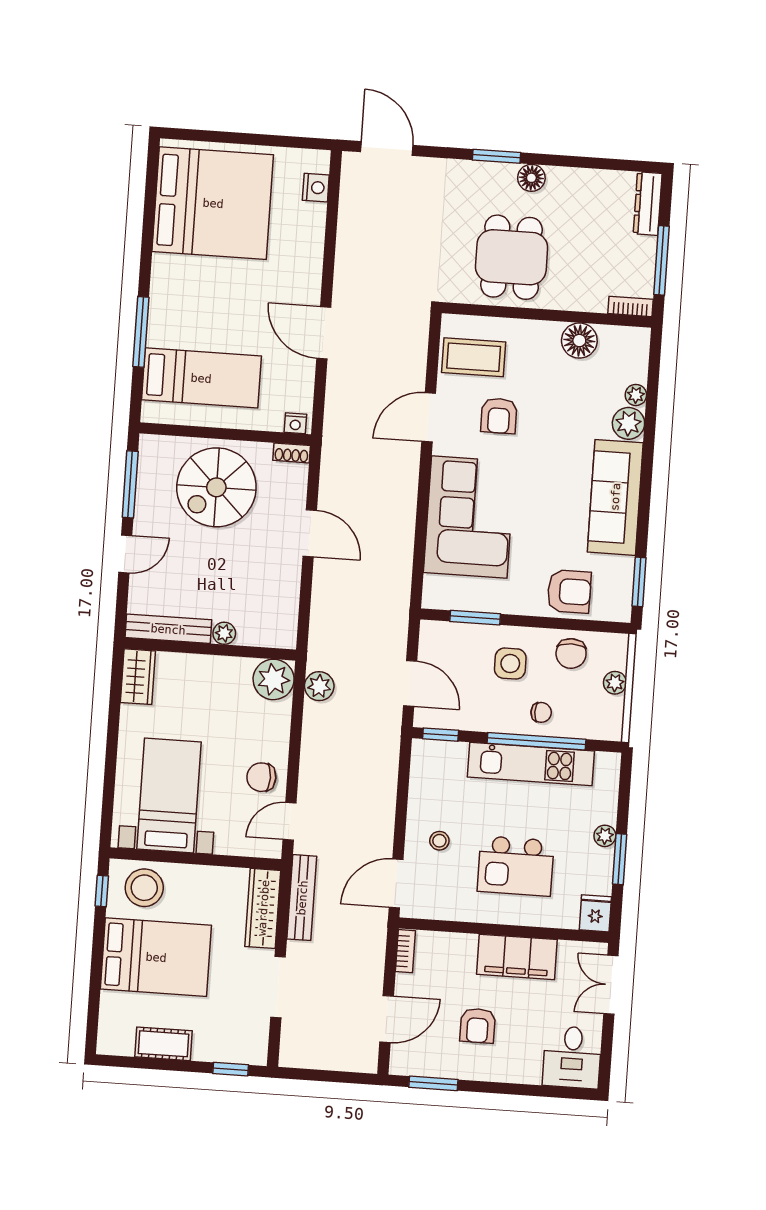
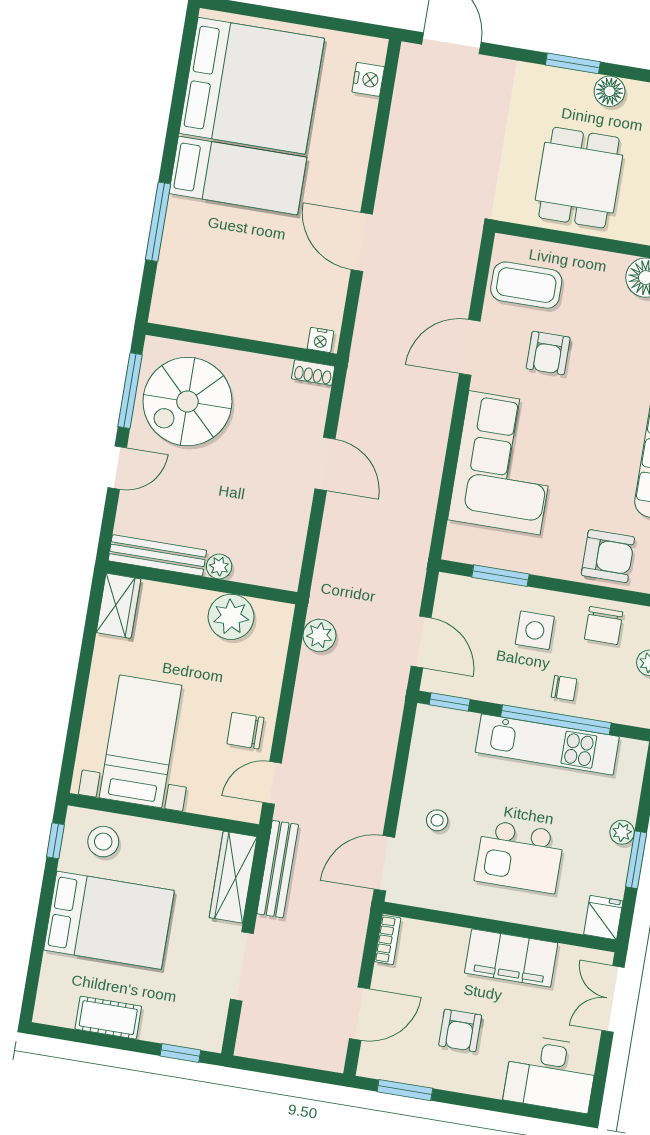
bed: (201, 378) -> (238, 175), moved
spiral stairs: (216, 487) -> (187, 402), moved
plant: (274, 679) -> (231, 617), moved
stool: (144, 888) -> (103, 842), width x0.73, depth x0.73
desk: (572, 1057) -> (551, 1074), width x1.37

